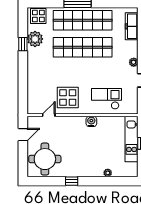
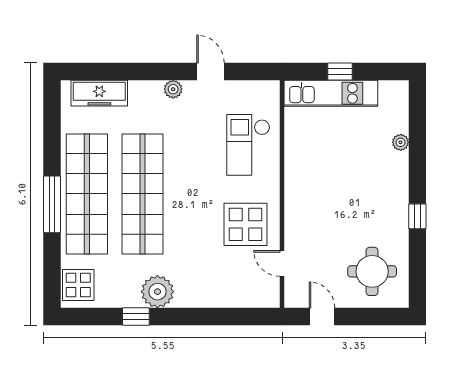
plant: (35, 39) -> (157, 292), moved
water cooler: (91, 121) -> (295, 176), removed
round table: (45, 159) -> (372, 271), width x0.73, depth x0.73

